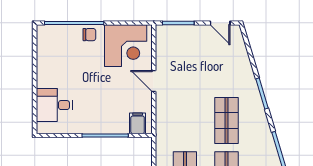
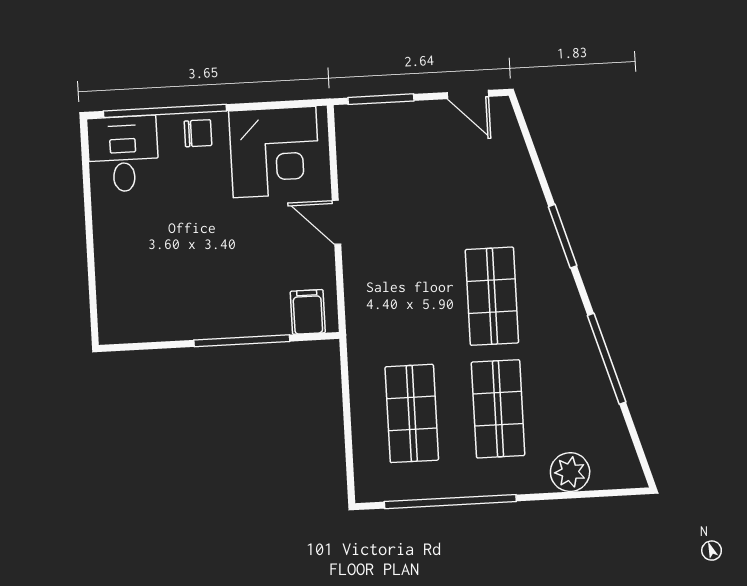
desk: (54, 105) -> (123, 154), moved, turned 90

